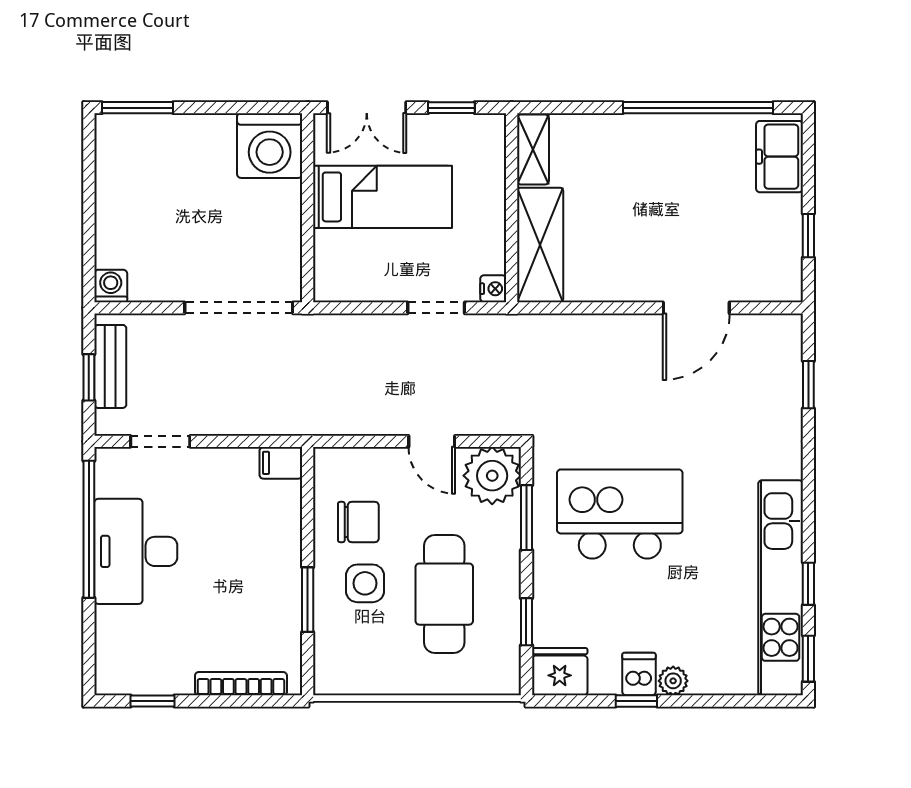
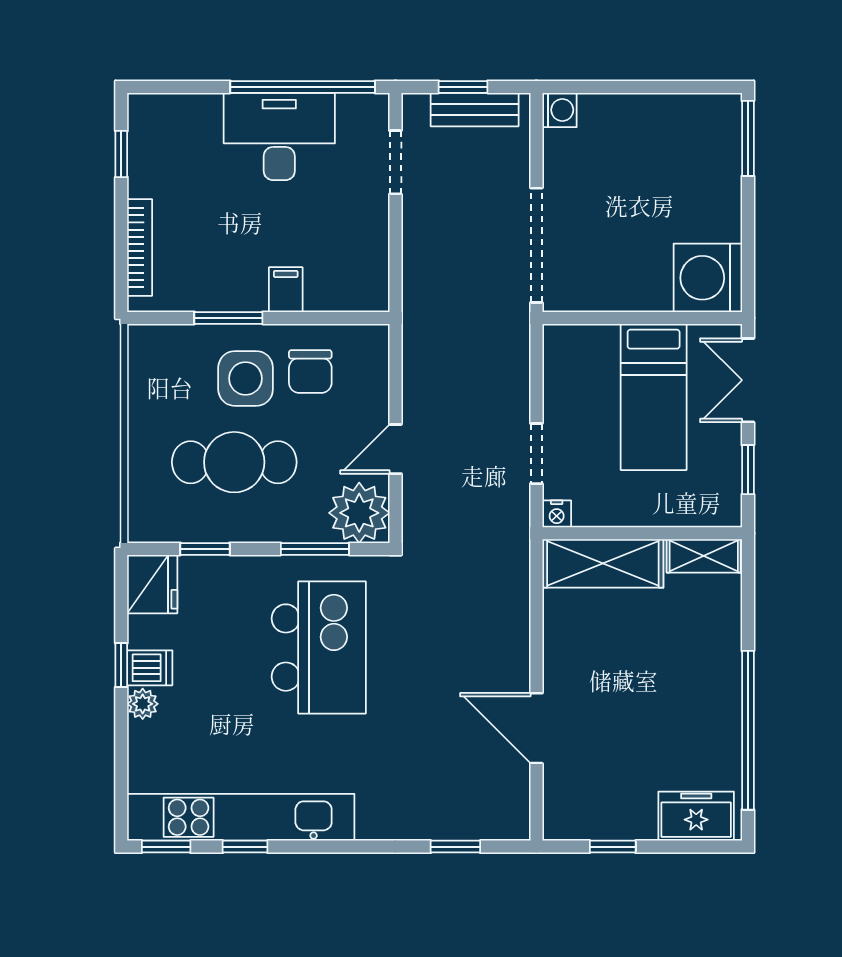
filing cabinet: (281, 463) -> (286, 290), moved
side table: (365, 583) -> (246, 378), width x1.37, depth x1.37

